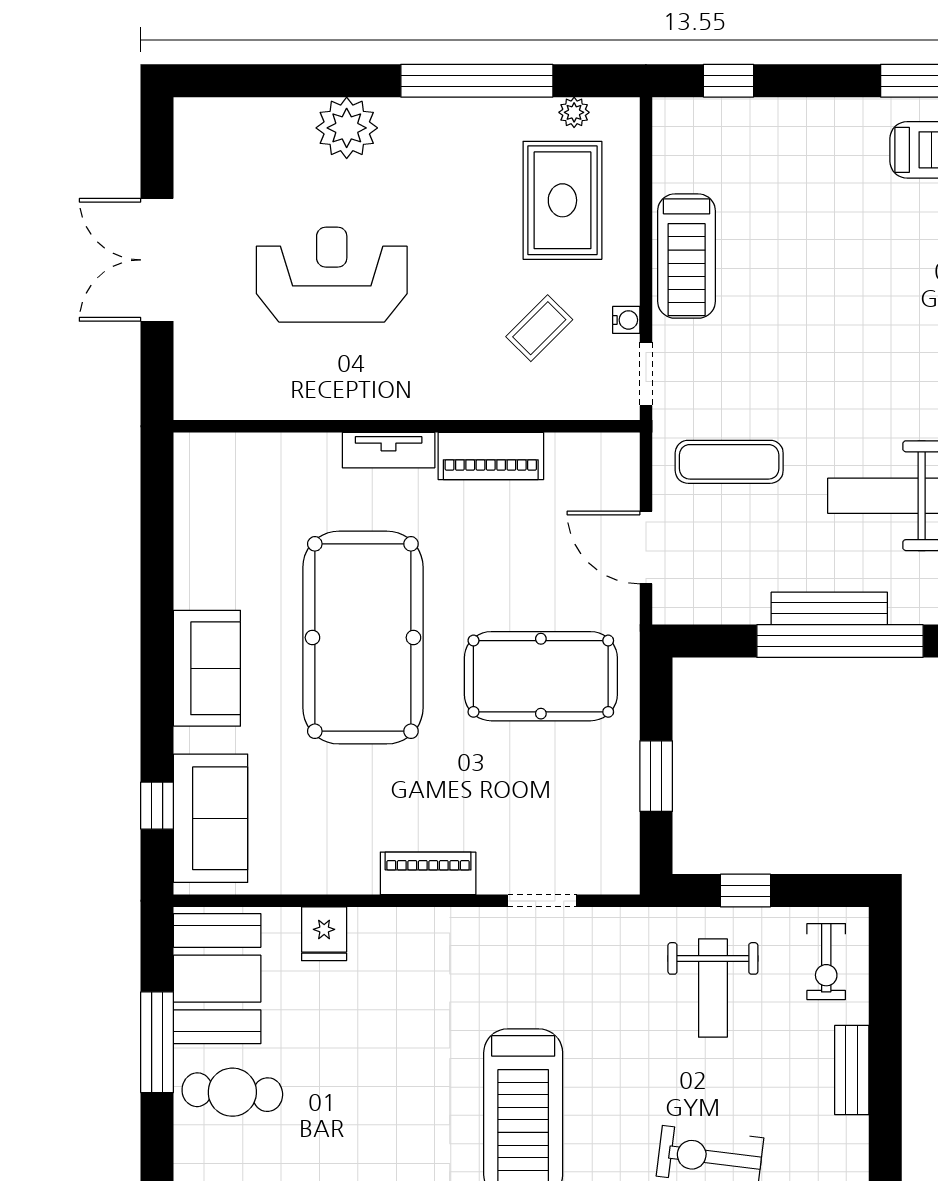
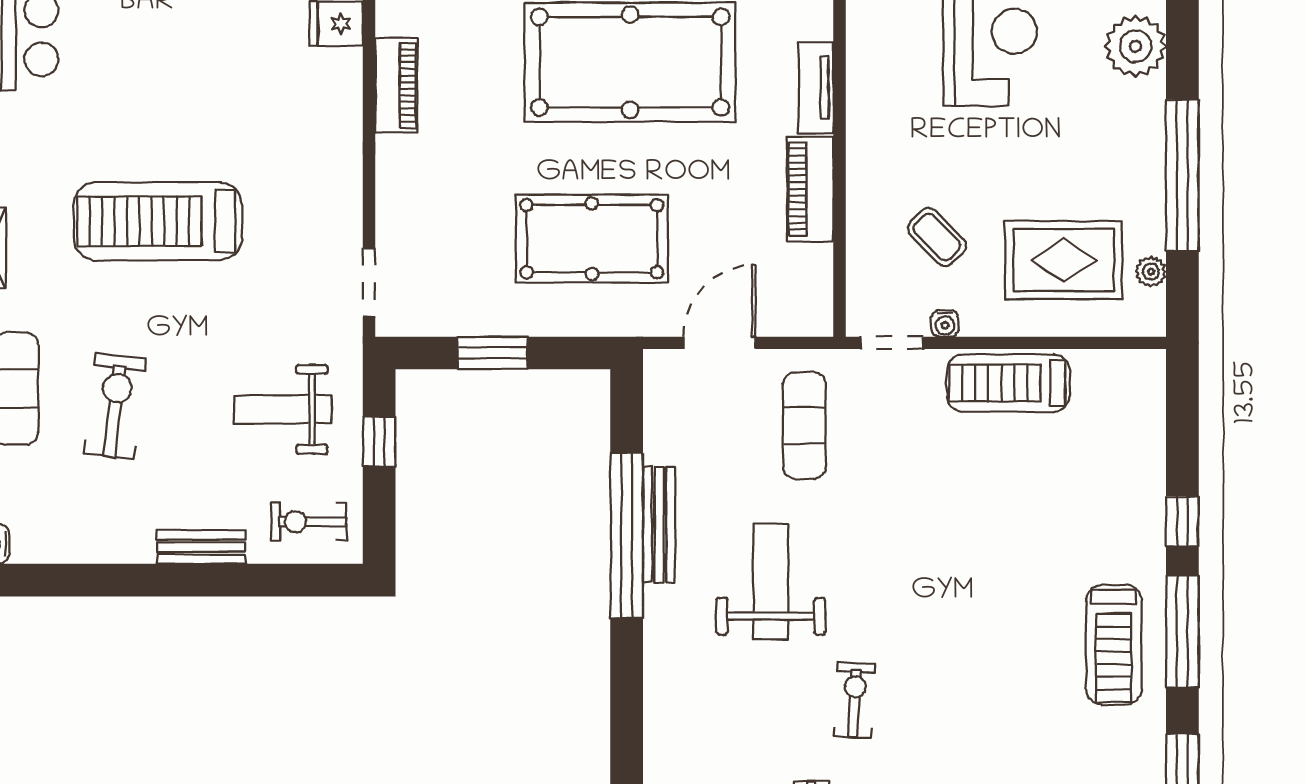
window: (729, 81) -> (1182, 521), moved
pool table: (541, 676) -> (592, 239), turned 90
piano: (428, 873) -> (396, 85), moved
doorway: (542, 901) -> (369, 282), moved

